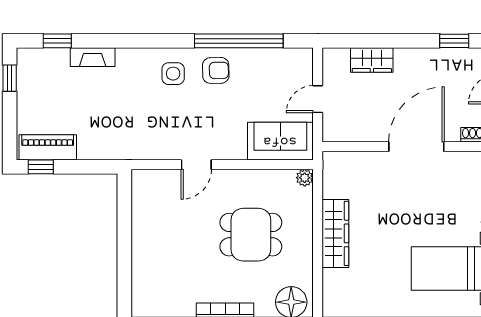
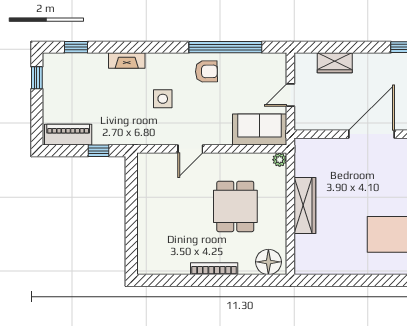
fireplace: (93, 57) -> (127, 61), moved
side table: (173, 74) -> (163, 99), moved
window: (41, 167) -> (99, 151), moved
dining table: (251, 235) -> (235, 206), turned 90

